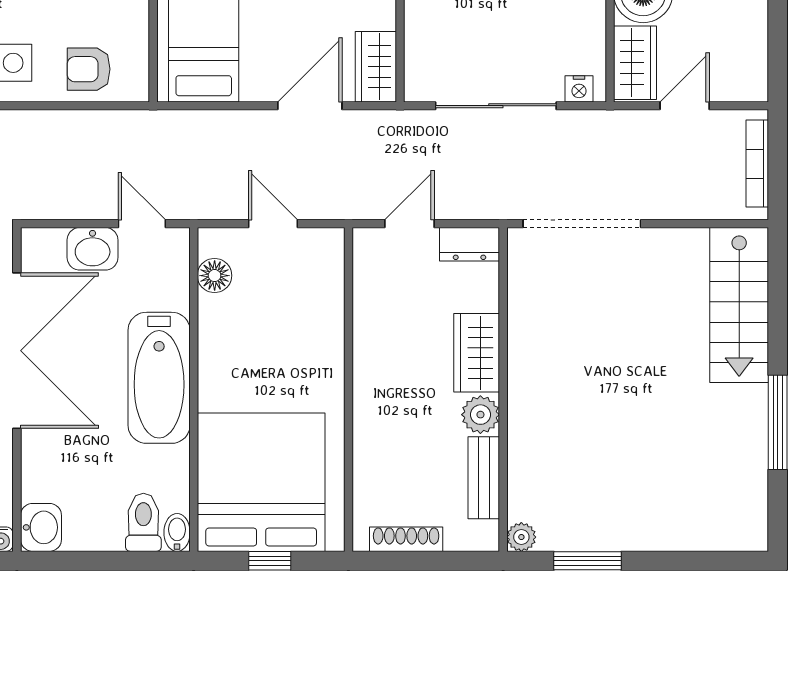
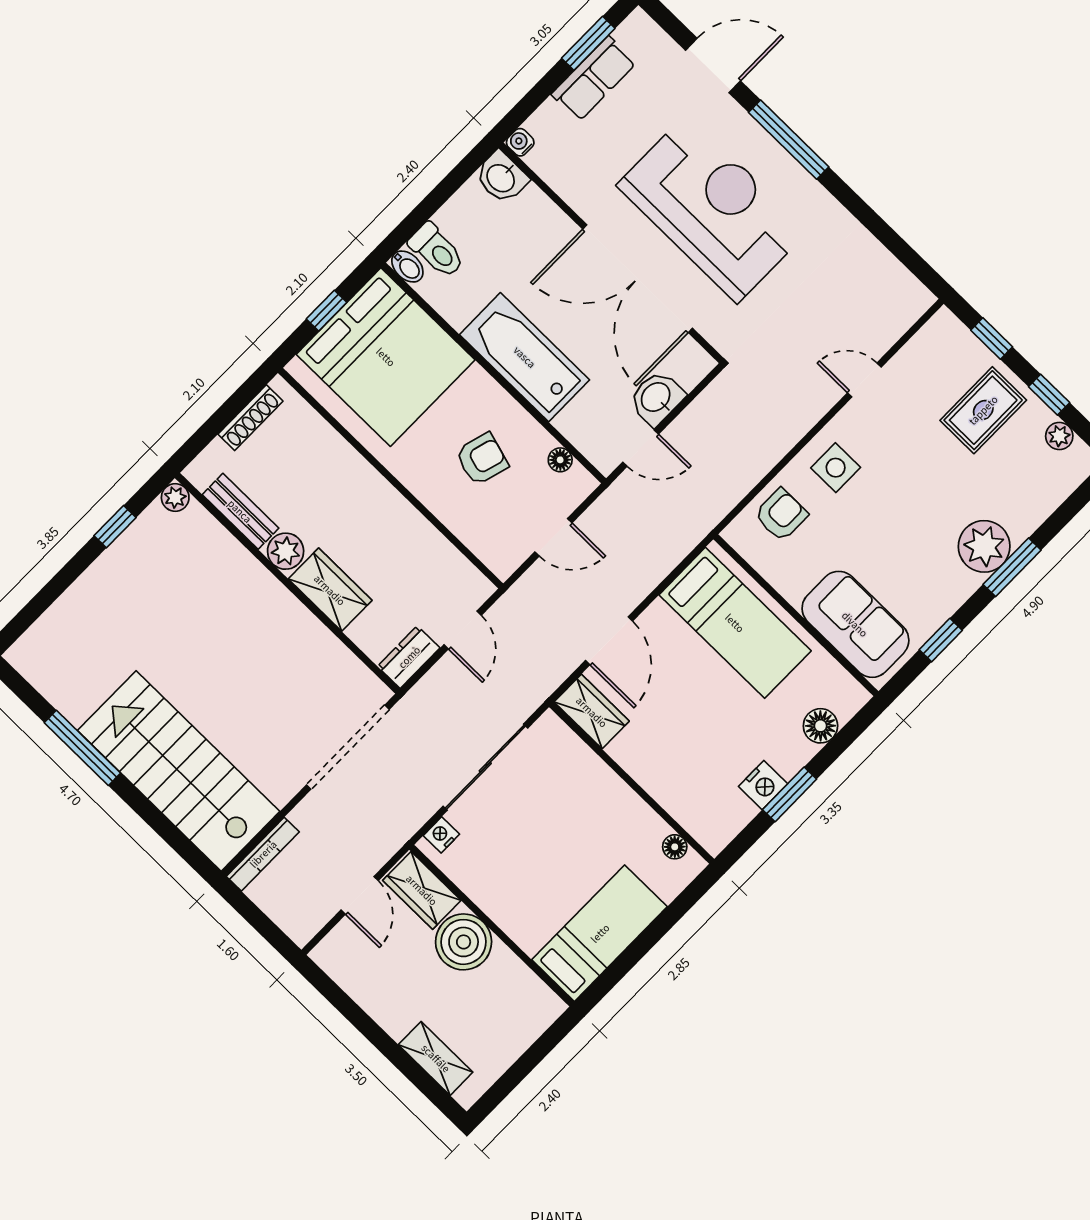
bookcase: (757, 164) -> (263, 854), moved, turned 90
floor lamp: (215, 276) -> (560, 460), width x0.73, depth x0.73
stairs: (739, 305) -> (179, 771), width x1.36, depth x1.51
armchair: (267, 335) -> (482, 459), added
window: (588, 561) -> (115, 527), width x0.67

